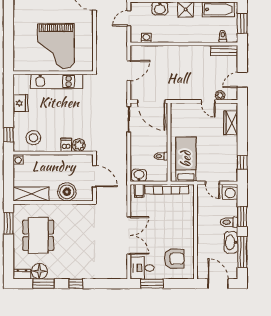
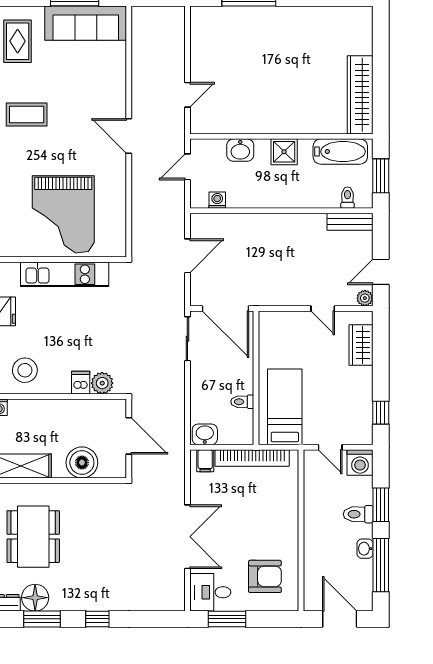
plant: (220, 95) -> (365, 298), moved
washbasin: (231, 242) -> (365, 549), width x0.52, depth x0.69

